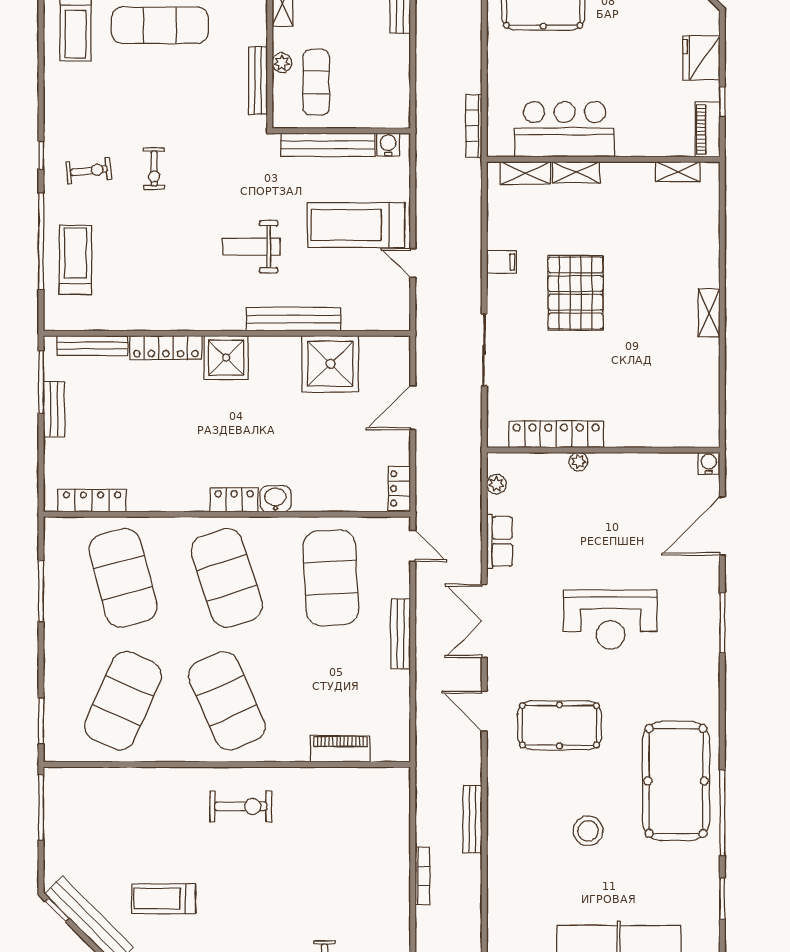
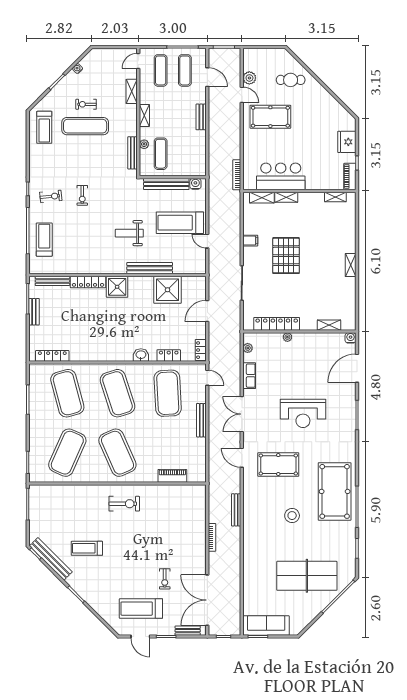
shelving: (664, 437) -> (329, 325), added
locker: (234, 500) -> (169, 356), moved

